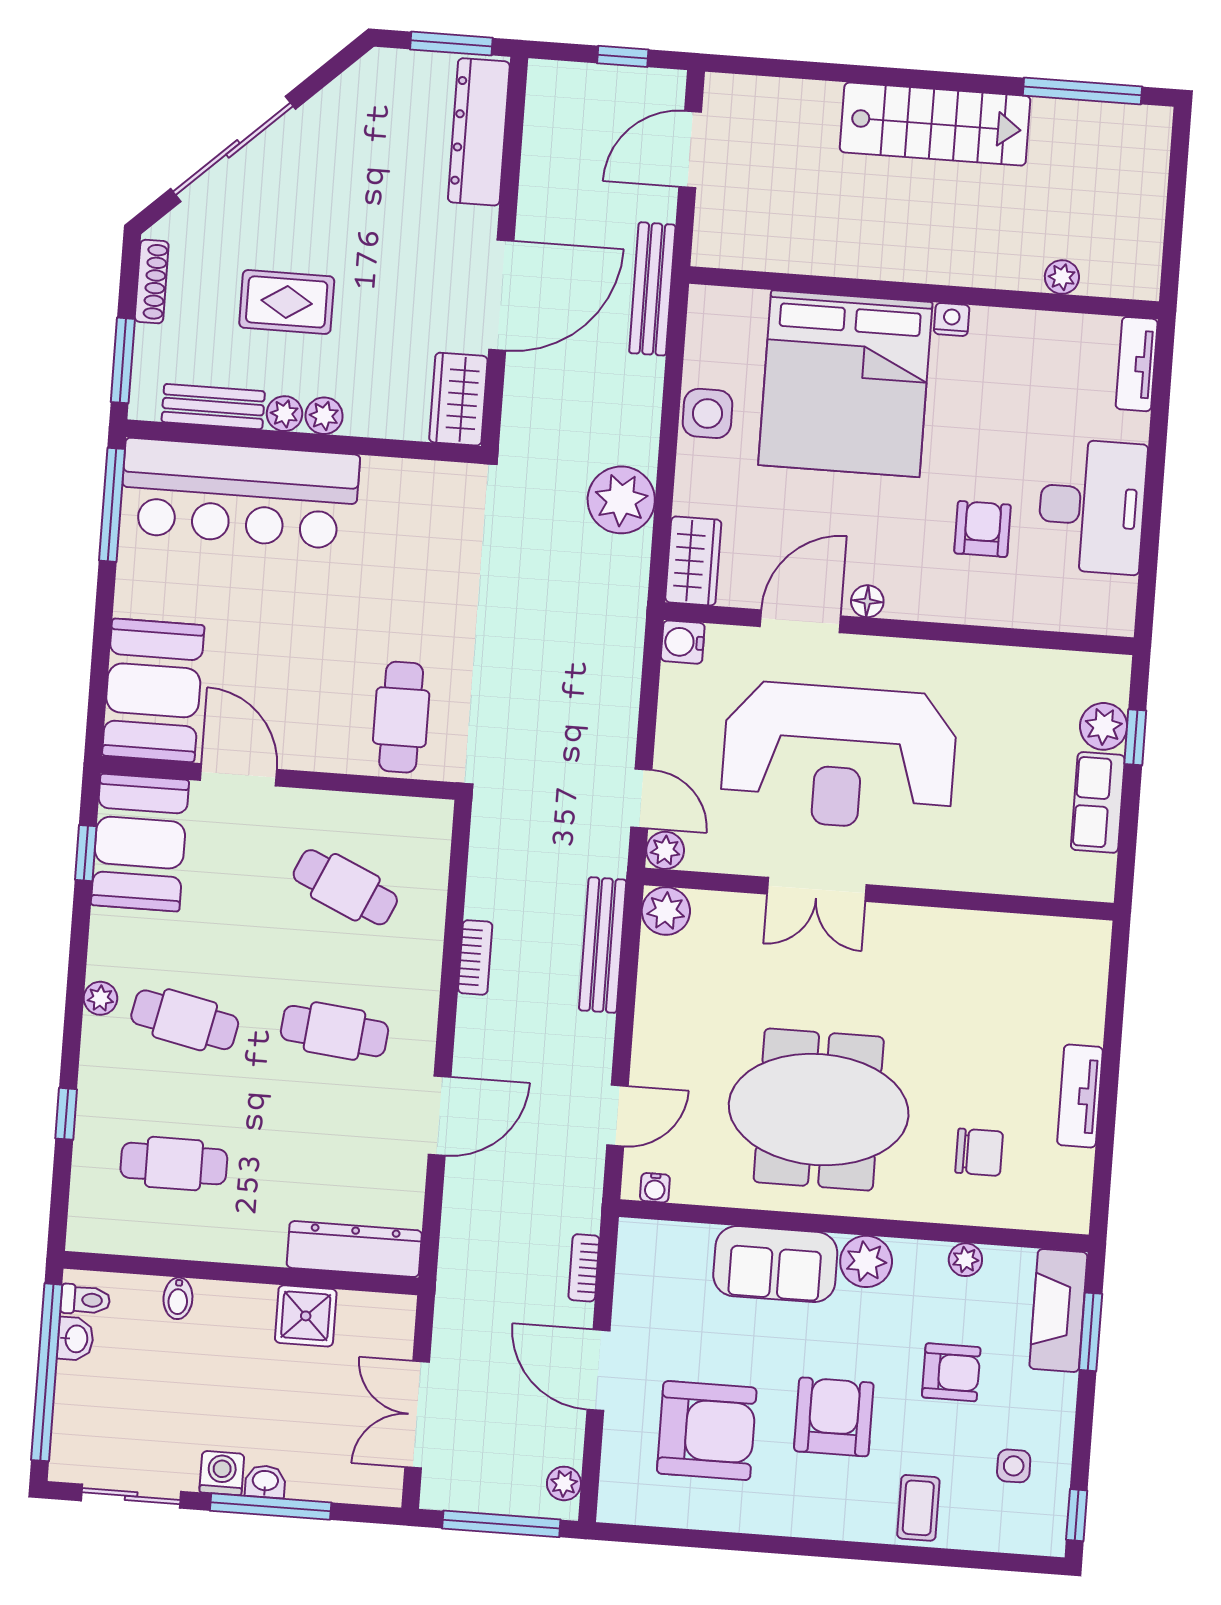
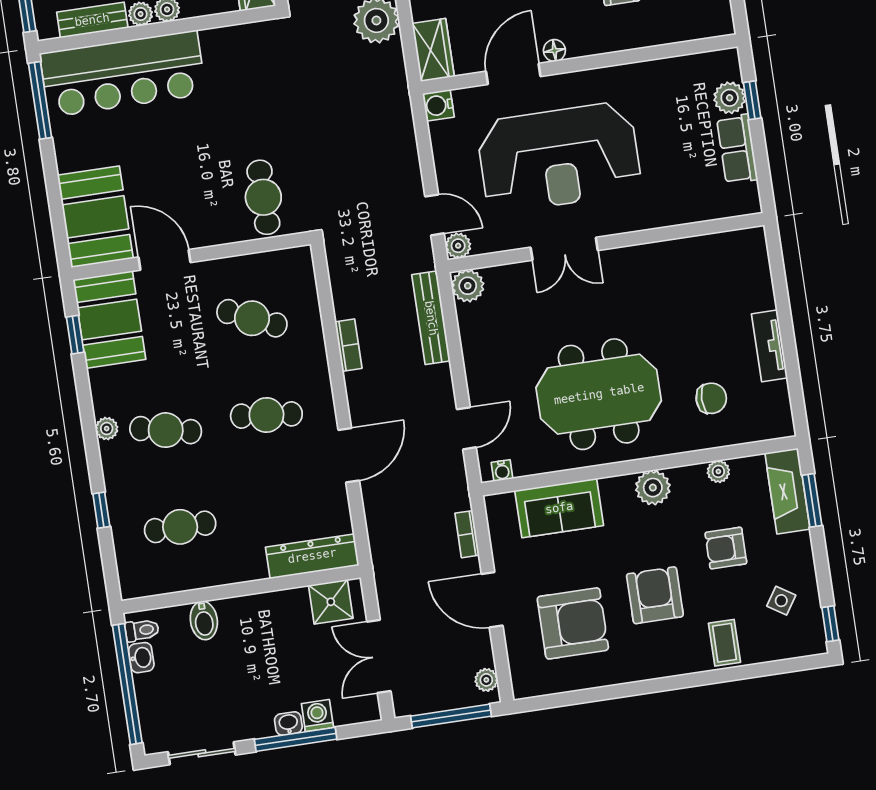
sofa: (775, 1264) -> (559, 508), moved
bidet: (178, 1298) -> (204, 620), width x1.38, depth x1.36
shower: (306, 1316) -> (331, 602), moved
armchair: (951, 1372) -> (726, 548), turned 180
side table: (1014, 1466) -> (781, 601), turned 33
washing machine: (222, 1473) -> (317, 716), moved

